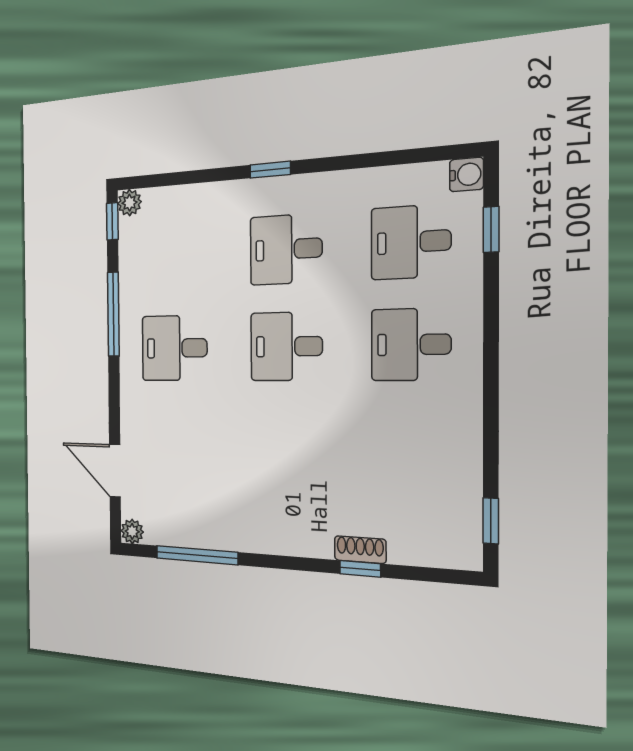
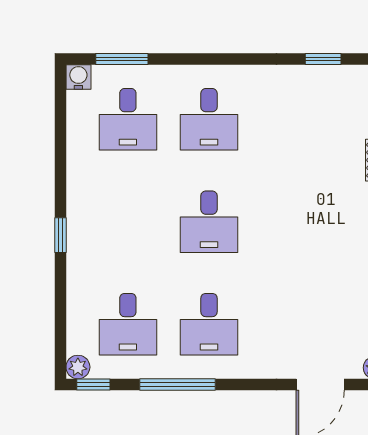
window: (491, 229) -> (122, 59), width x1.50
desk: (286, 249) -> (128, 324), moved
window: (491, 521) -> (323, 59), moved

